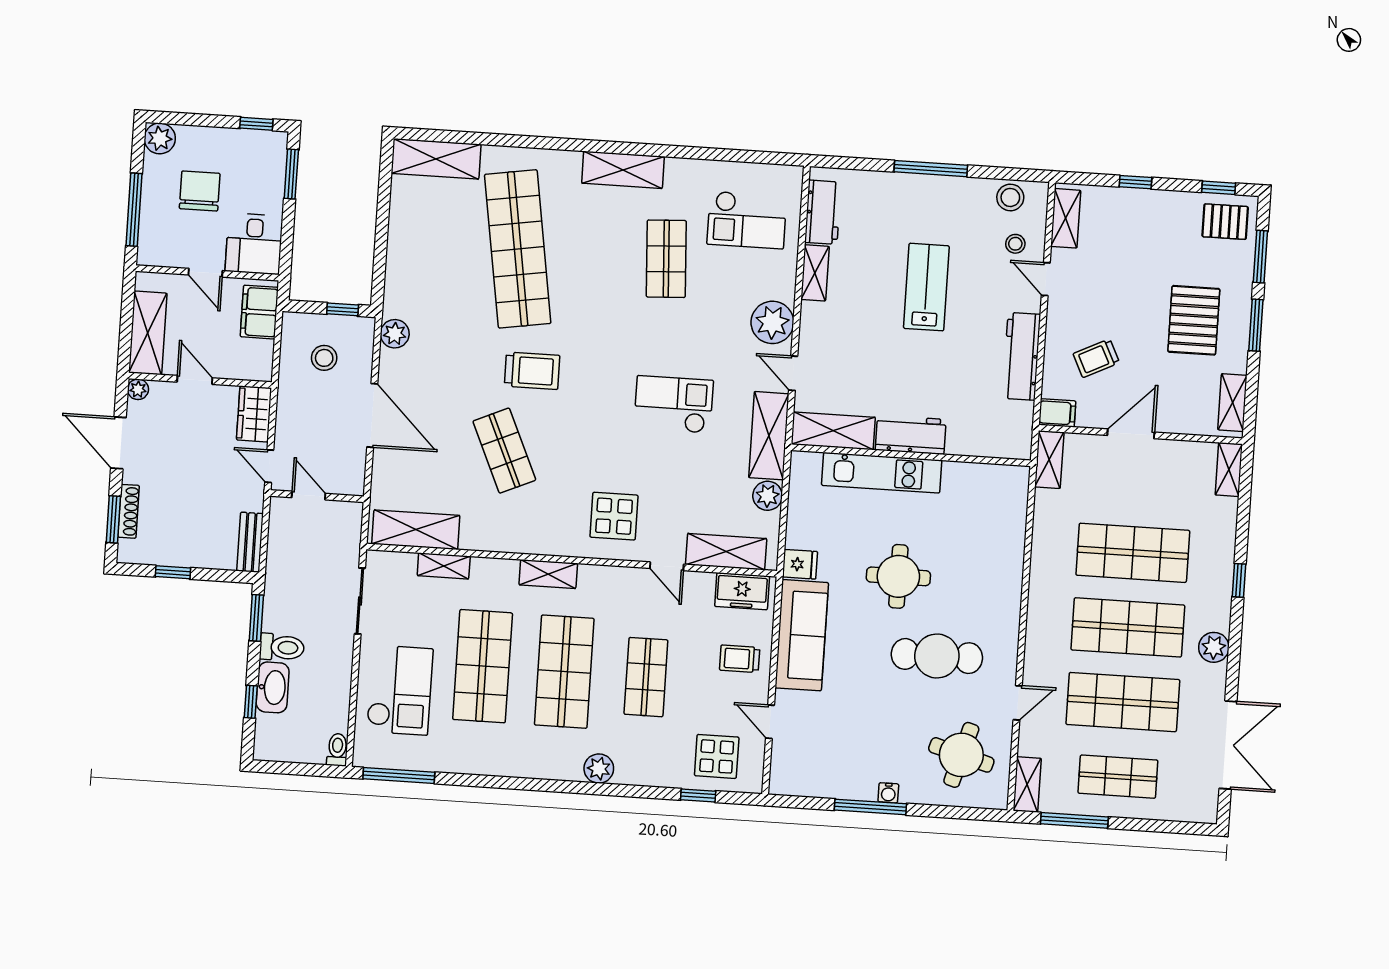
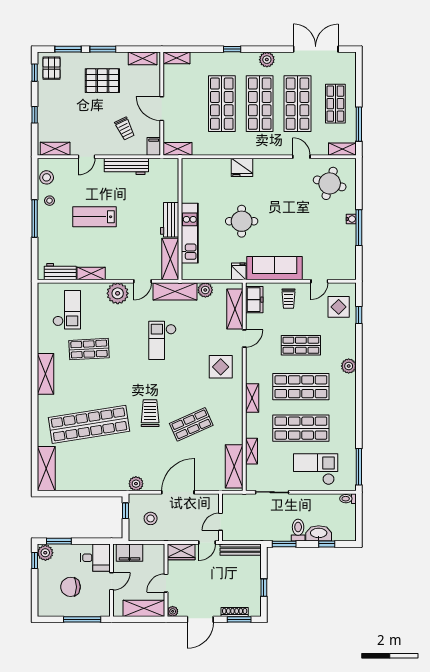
plant: (160, 138) -> (45, 553), moved
stool: (1015, 244) -> (50, 201), moved
bench: (250, 542) -> (241, 550), width x1.36
fridge: (1005, 584) -> (242, 167), added
cafe table: (937, 656) -> (281, 199), removed

